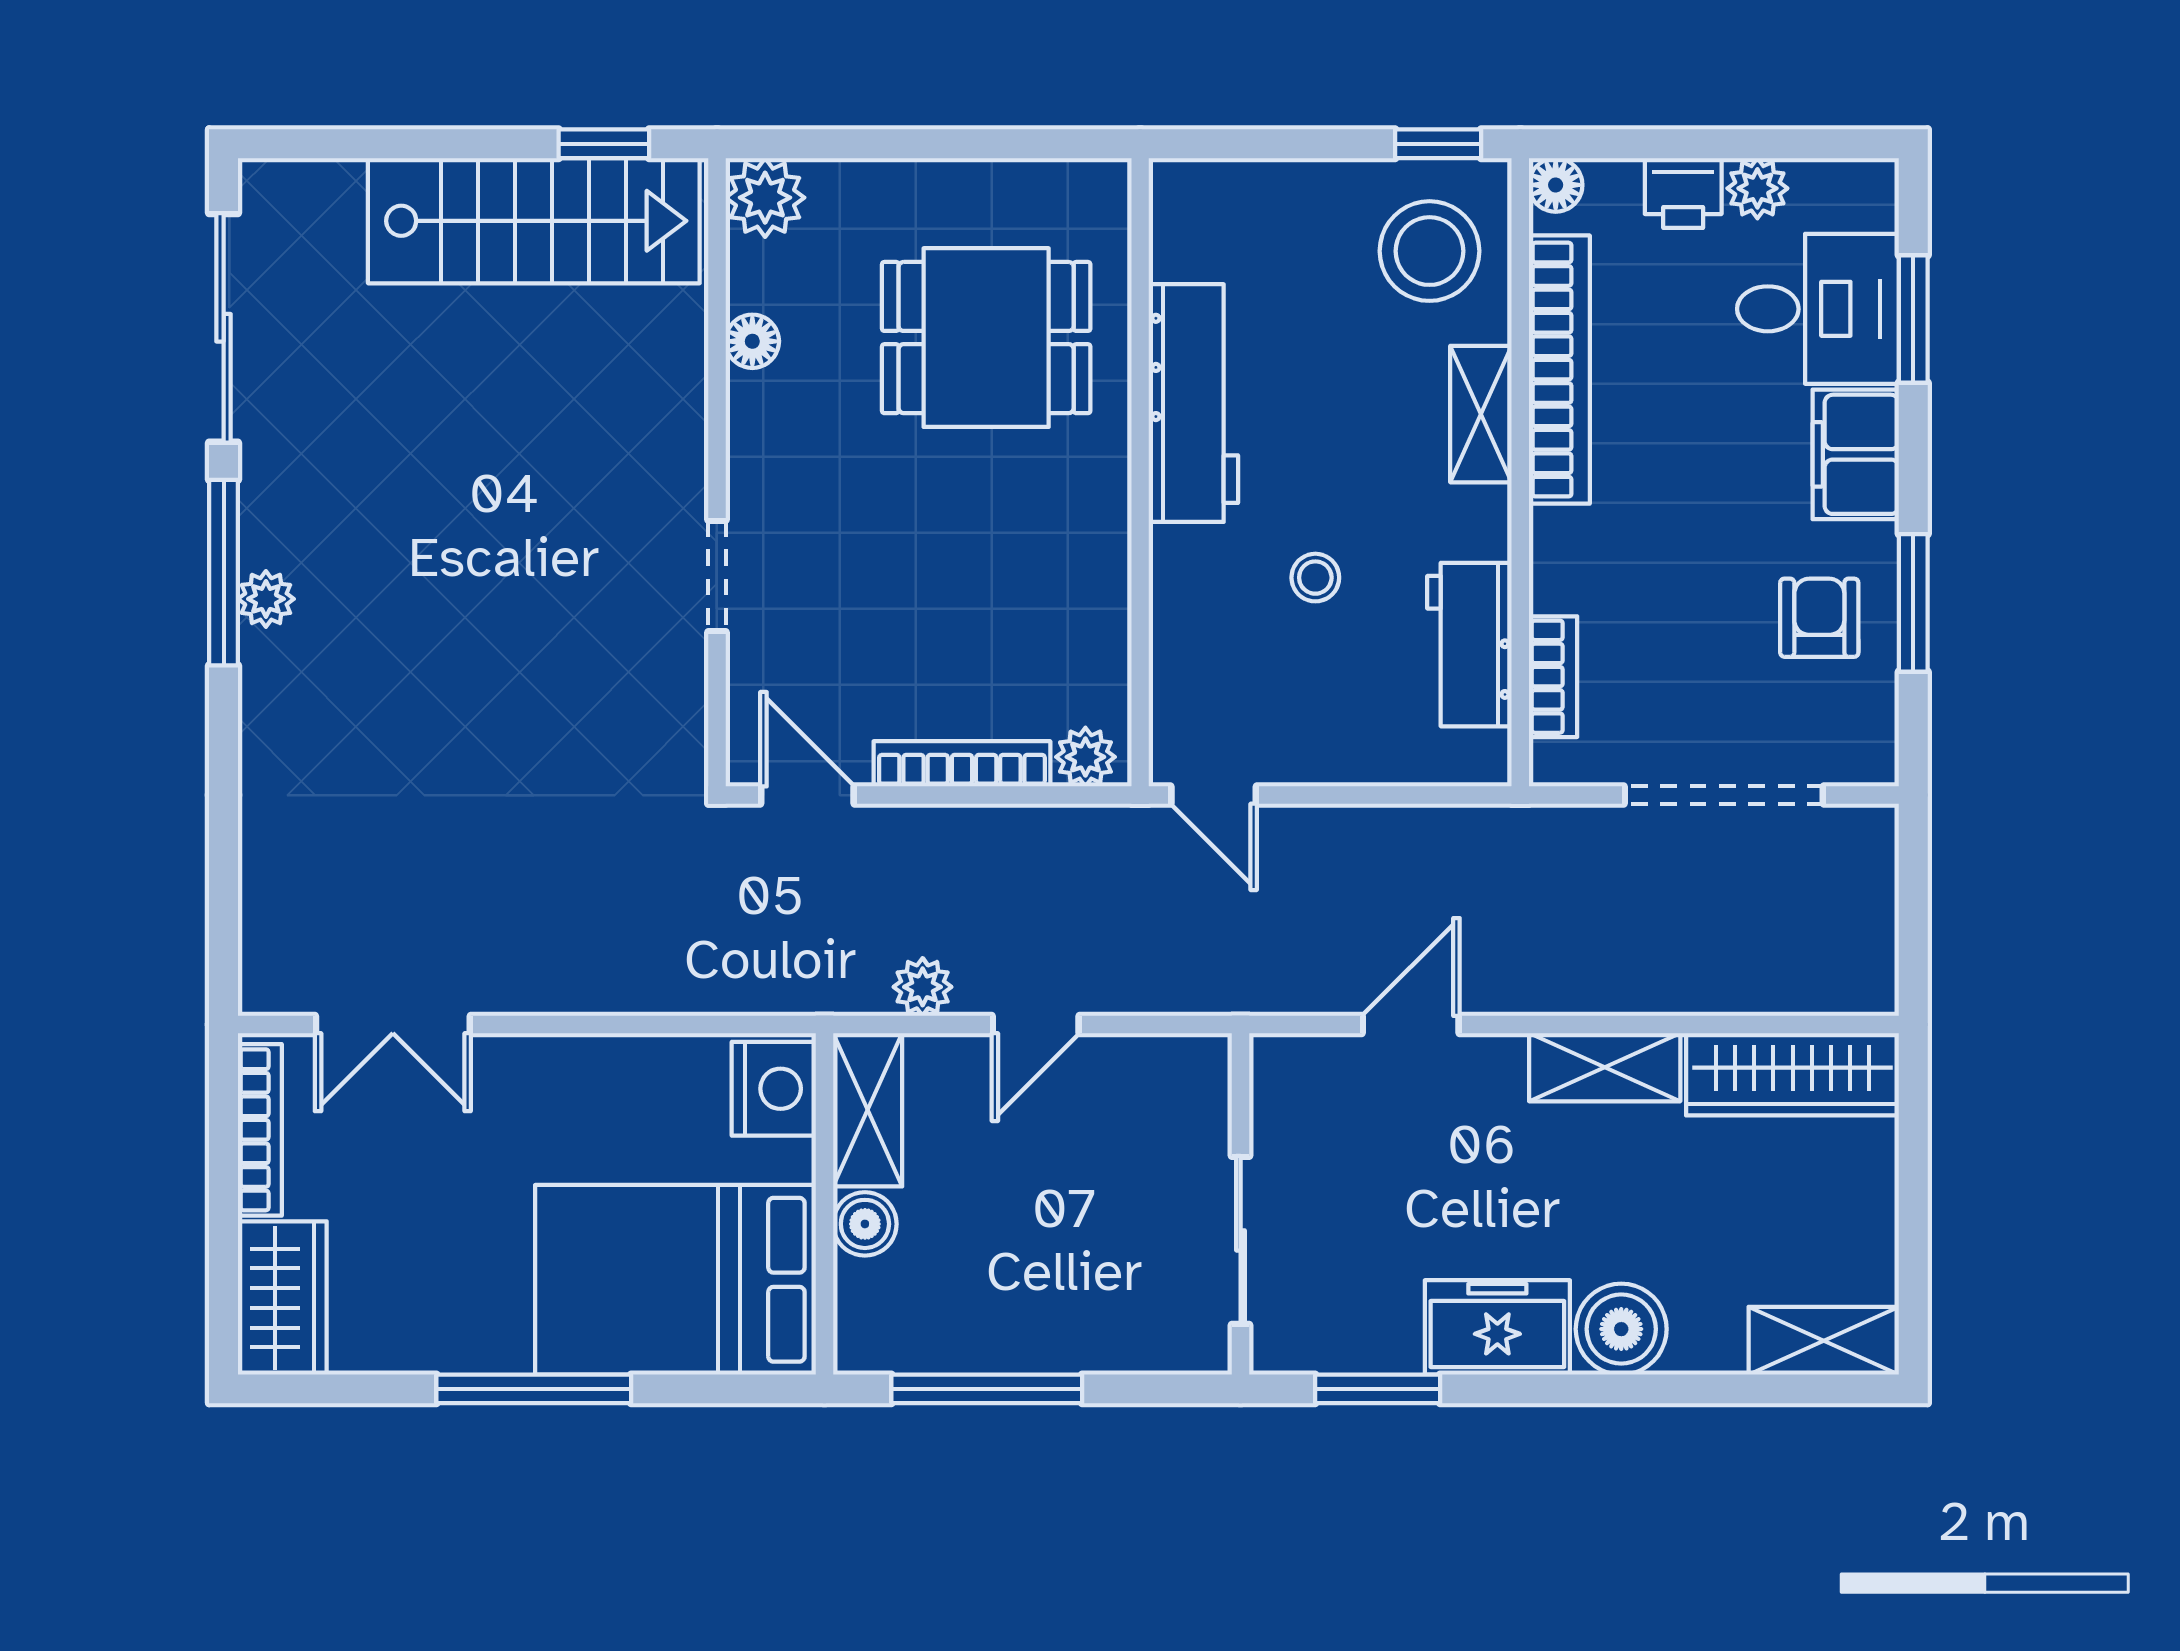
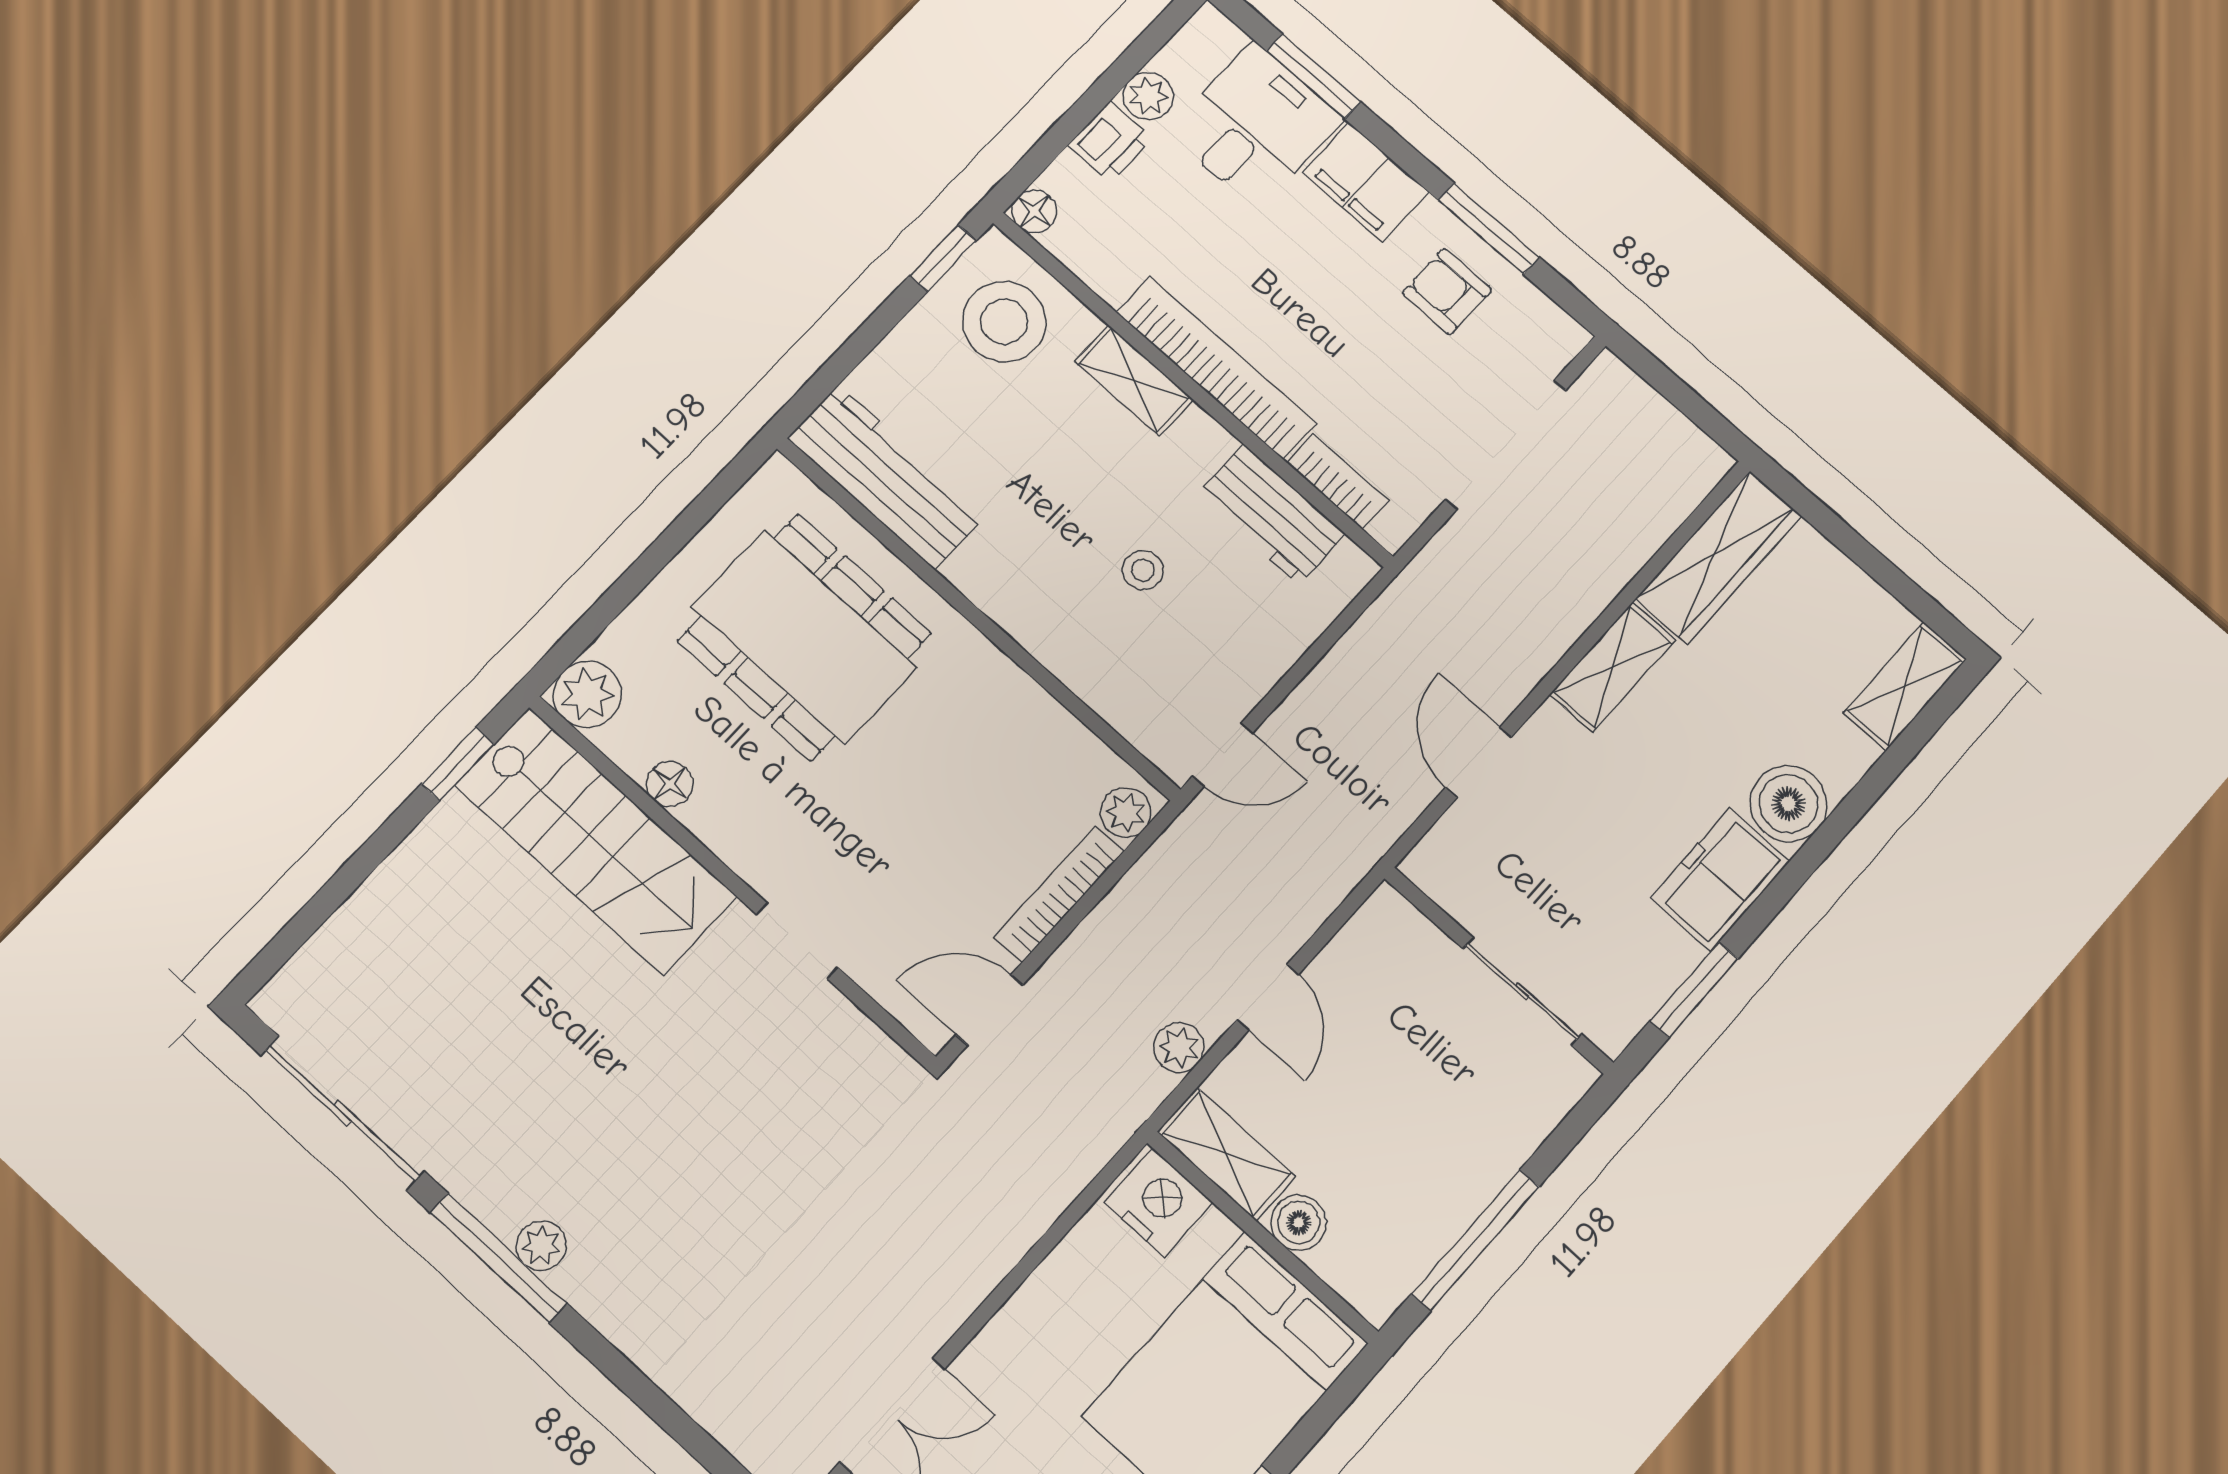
stairs: (534, 221) -> (596, 841), moved, turned 90
dining table: (986, 338) -> (804, 637), width x1.38
bookcase: (1559, 370) -> (1216, 368), moved
workbench: (1193, 403) -> (886, 477), moved

